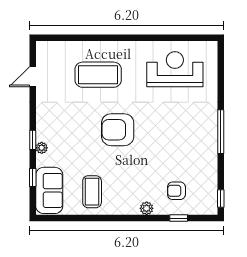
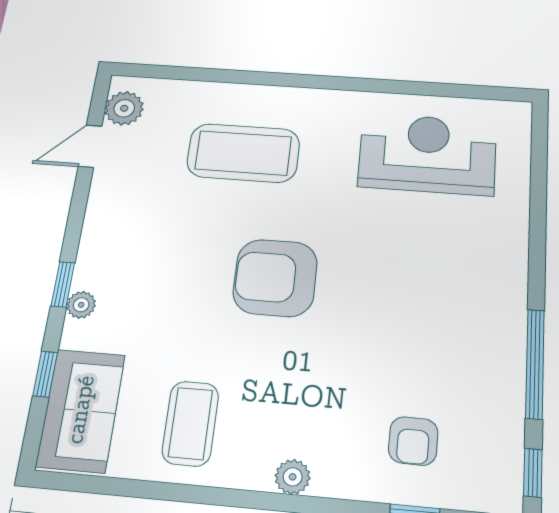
plant: (44, 57) -> (124, 108), added
window: (221, 132) -> (535, 364), moved
armchair: (176, 191) -> (413, 441), turned -89
plant: (147, 208) -> (293, 477), moved

